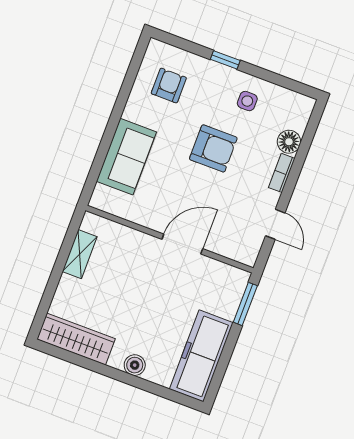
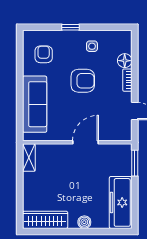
sofa: (126, 157) -> (35, 104), width x1.36
shelving: (80, 254) -> (29, 158), moved

